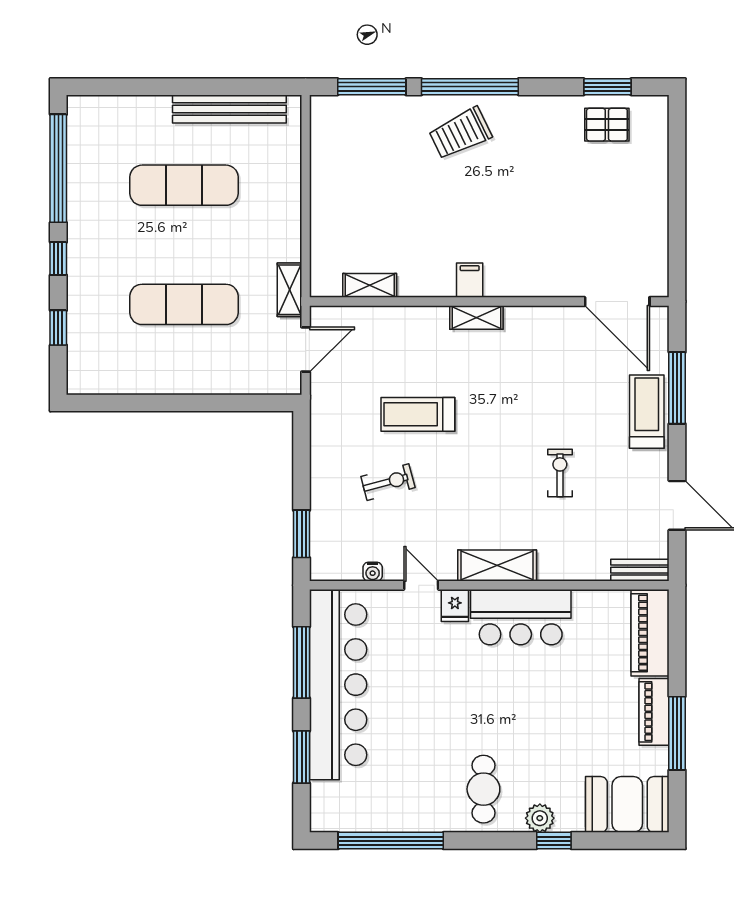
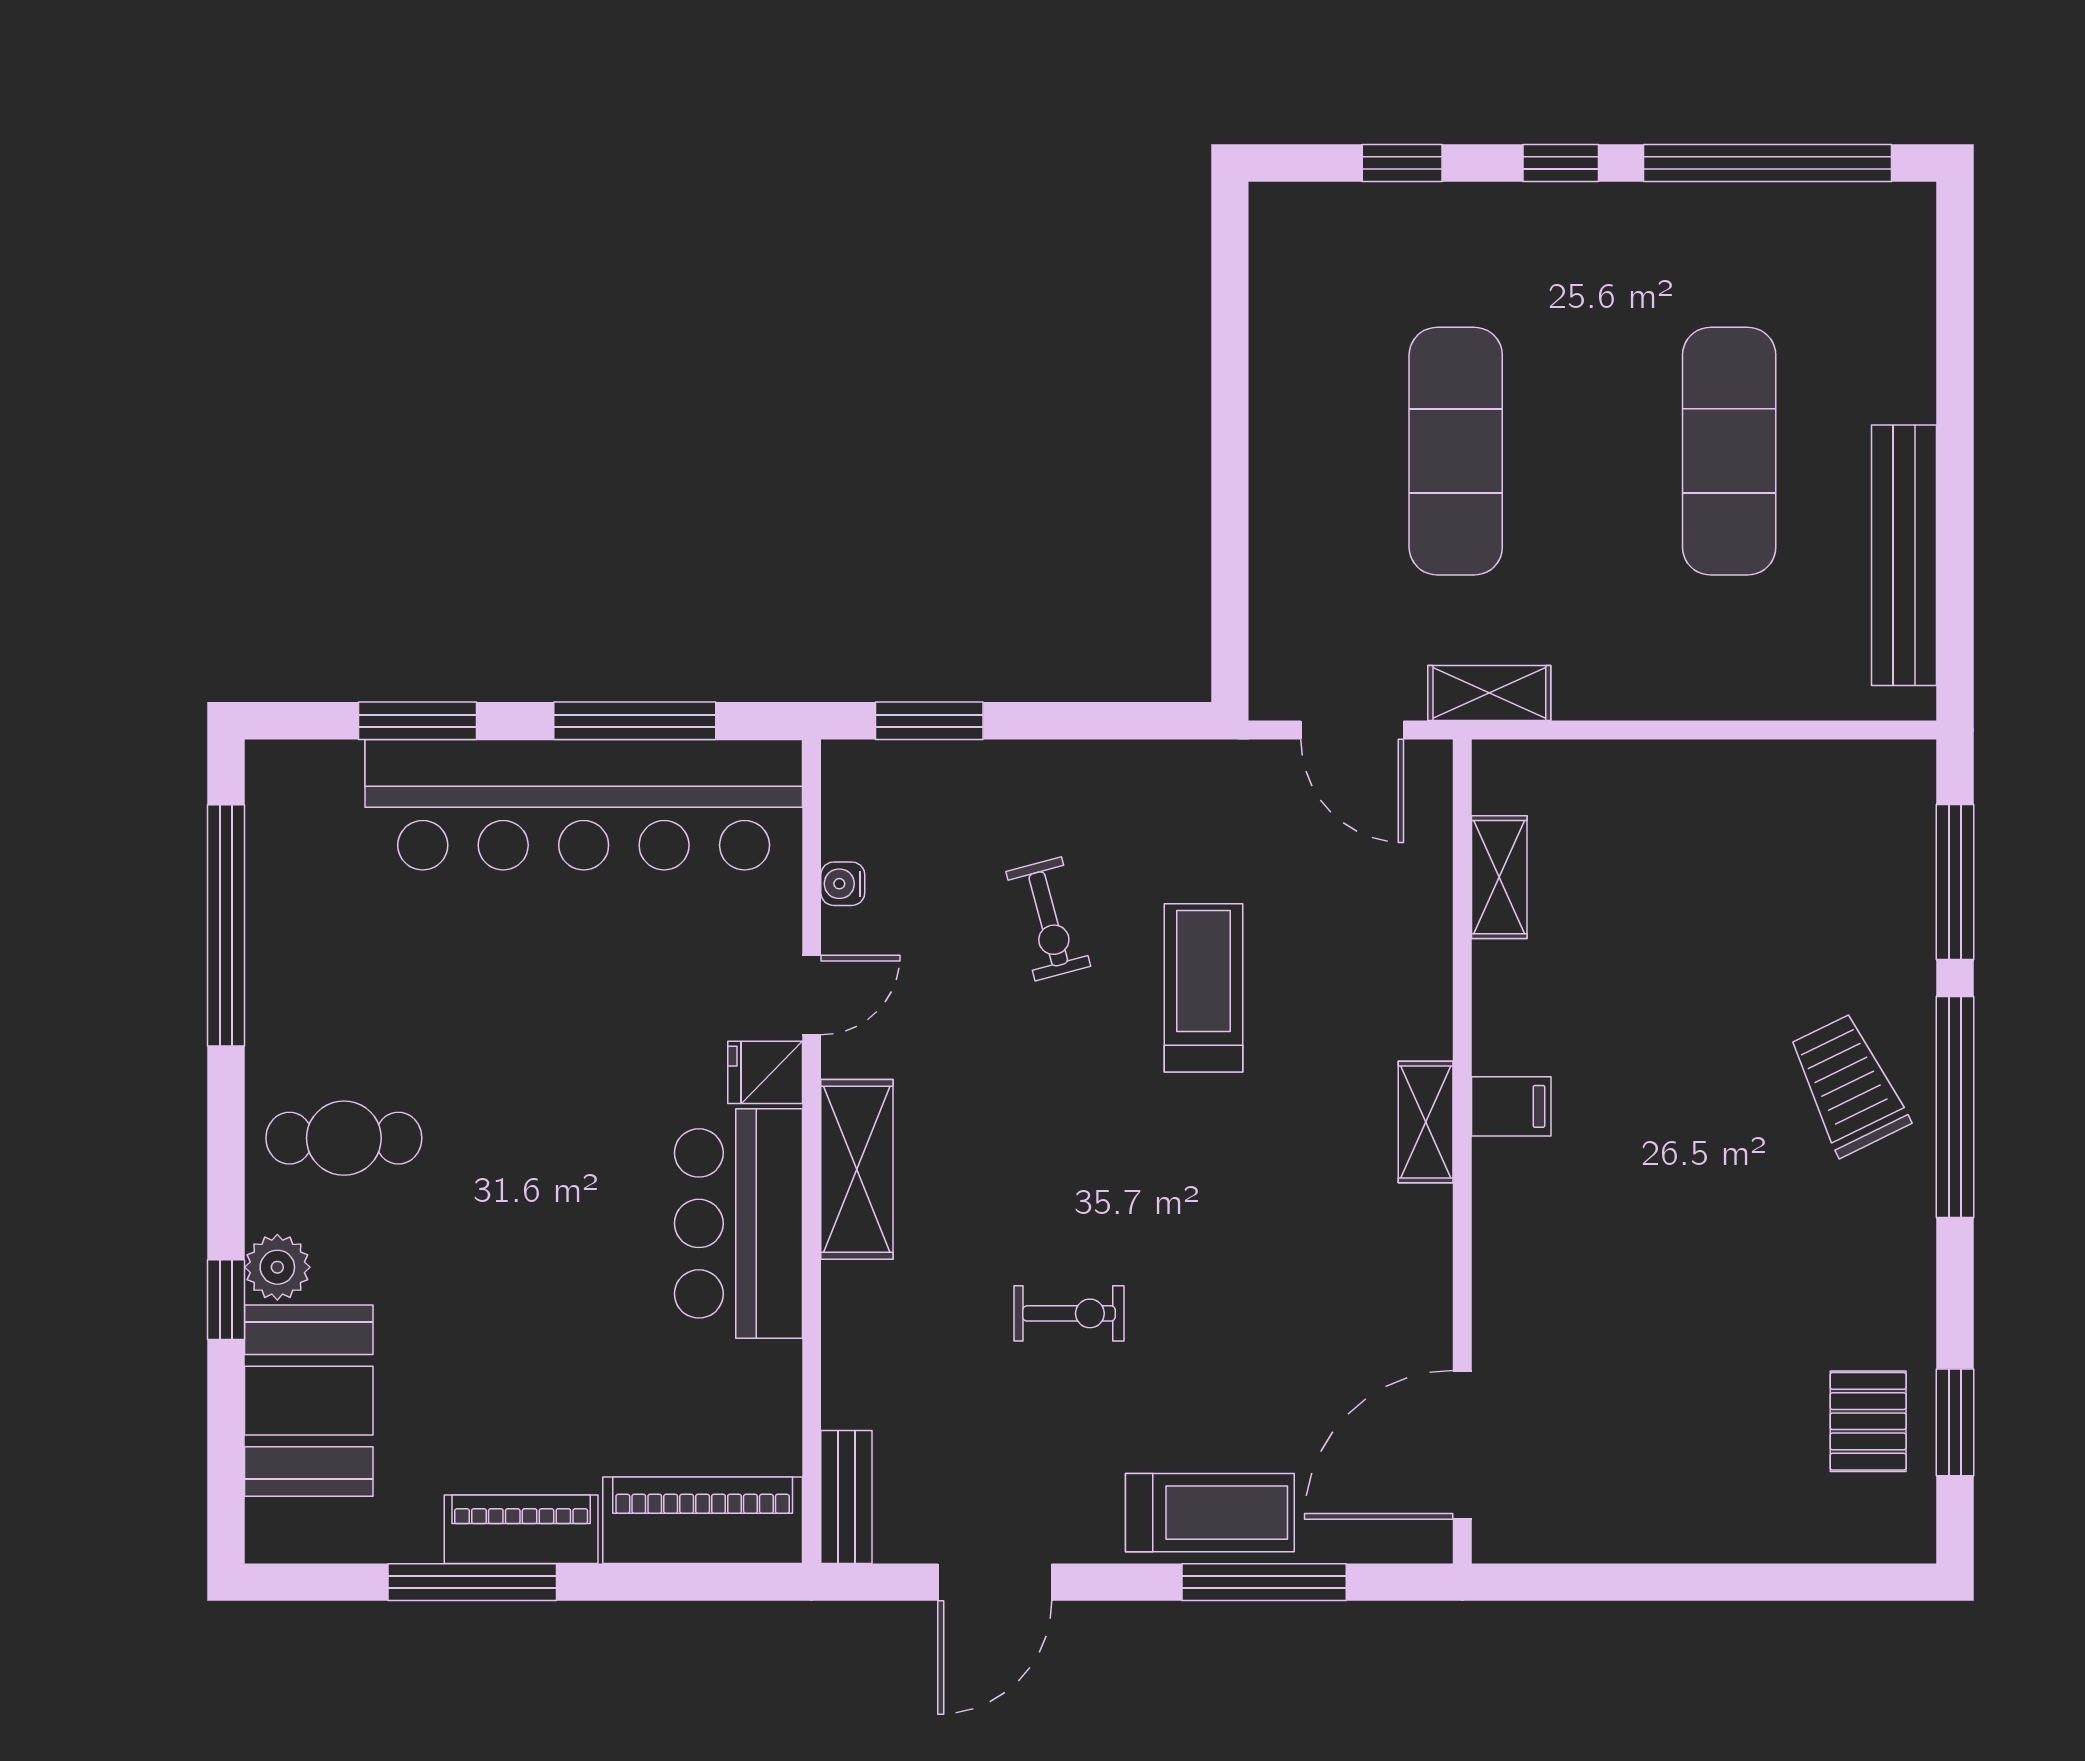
booth: (627, 804) -> (309, 1401), moved

